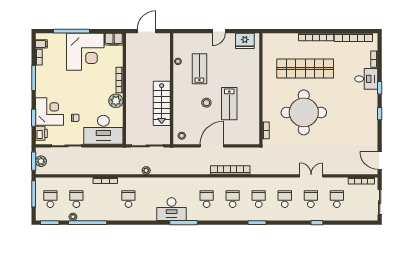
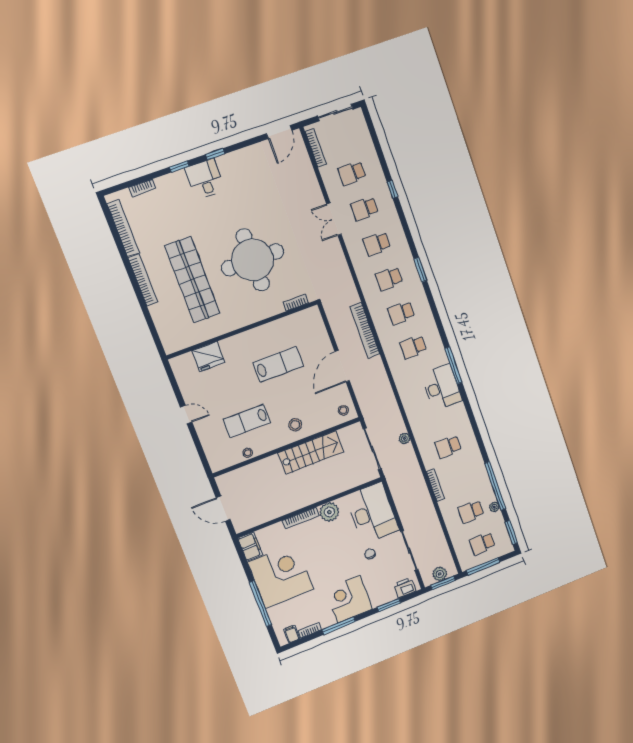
fridge: (245, 41) -> (208, 357), moved, turned 90
desk: (366, 79) -> (205, 179), moved
stool: (206, 103) -> (295, 425), moved
corner desk: (49, 112) -> (349, 599), moved
door: (212, 146) -> (342, 366), hinge flipped

